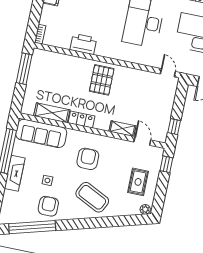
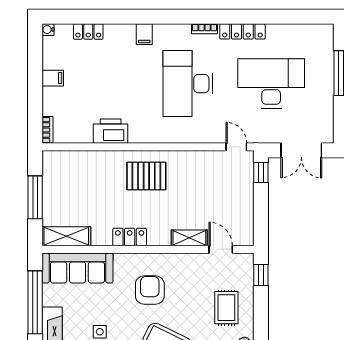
window: (24, 69) -> (35, 197), moved
pallet: (102, 80) -> (146, 176), turned 90
shelving: (52, 113) -> (66, 236), moved
window: (174, 127) -> (261, 173), moved

